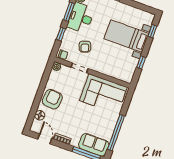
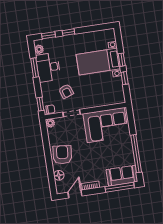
window: (152, 31) -> (122, 60), moved
window: (61, 34) -> (40, 104), moved
door: (45, 139) -> (75, 194), hinge flipped

